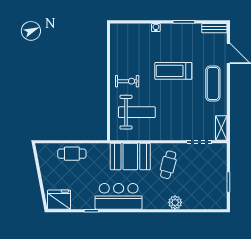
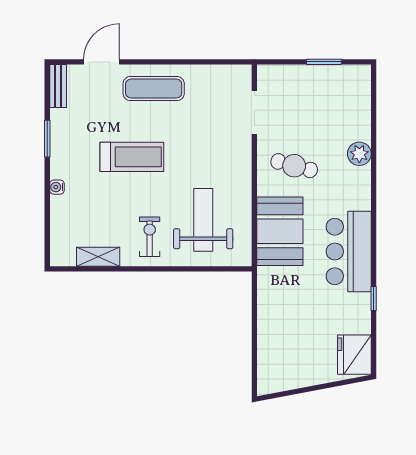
treadmill: (173, 71) -> (132, 157), turned -90
shelving: (221, 128) -> (98, 257), moved
cafe table: (72, 154) -> (275, 332), removed

